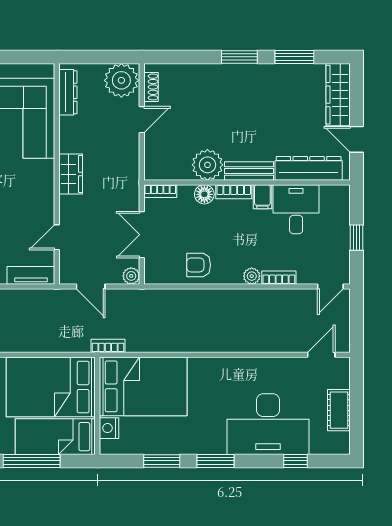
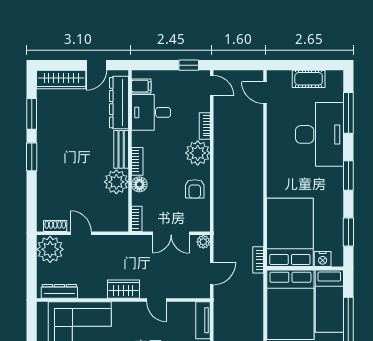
filing cabinet: (262, 197) -> (141, 86), moved
door: (57, 237) -> (157, 300), moved
window: (357, 238) -> (189, 65), moved
plant: (252, 276) -> (198, 153), width x1.88, depth x1.88
window: (162, 461) -> (348, 232), moved
window: (295, 461) -> (348, 113), width x2.17

